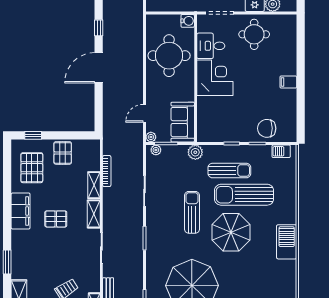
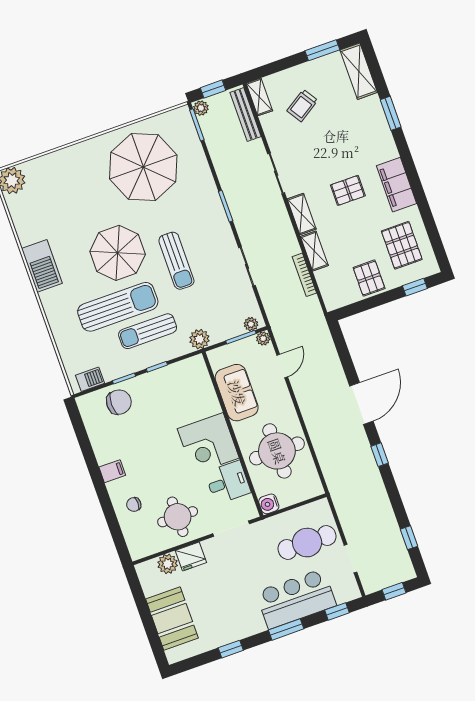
chair: (282, 54) -> (134, 504), added
sofa: (183, 122) -> (237, 393), moved

